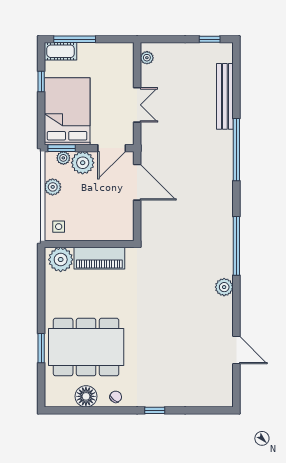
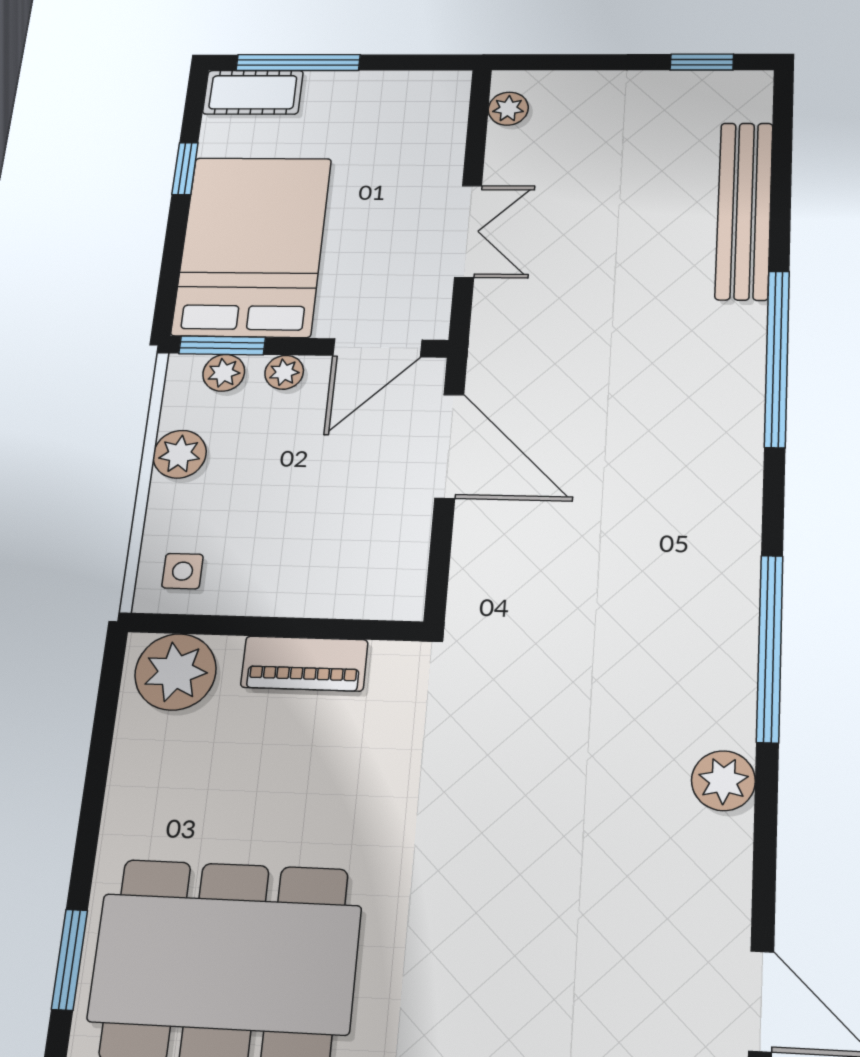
plant: (83, 163) -> (284, 372), width x0.53, depth x0.53
piano: (99, 258) -> (304, 664), width x0.73, depth x0.75

